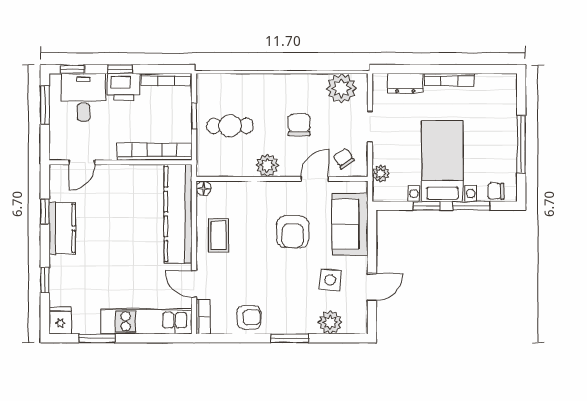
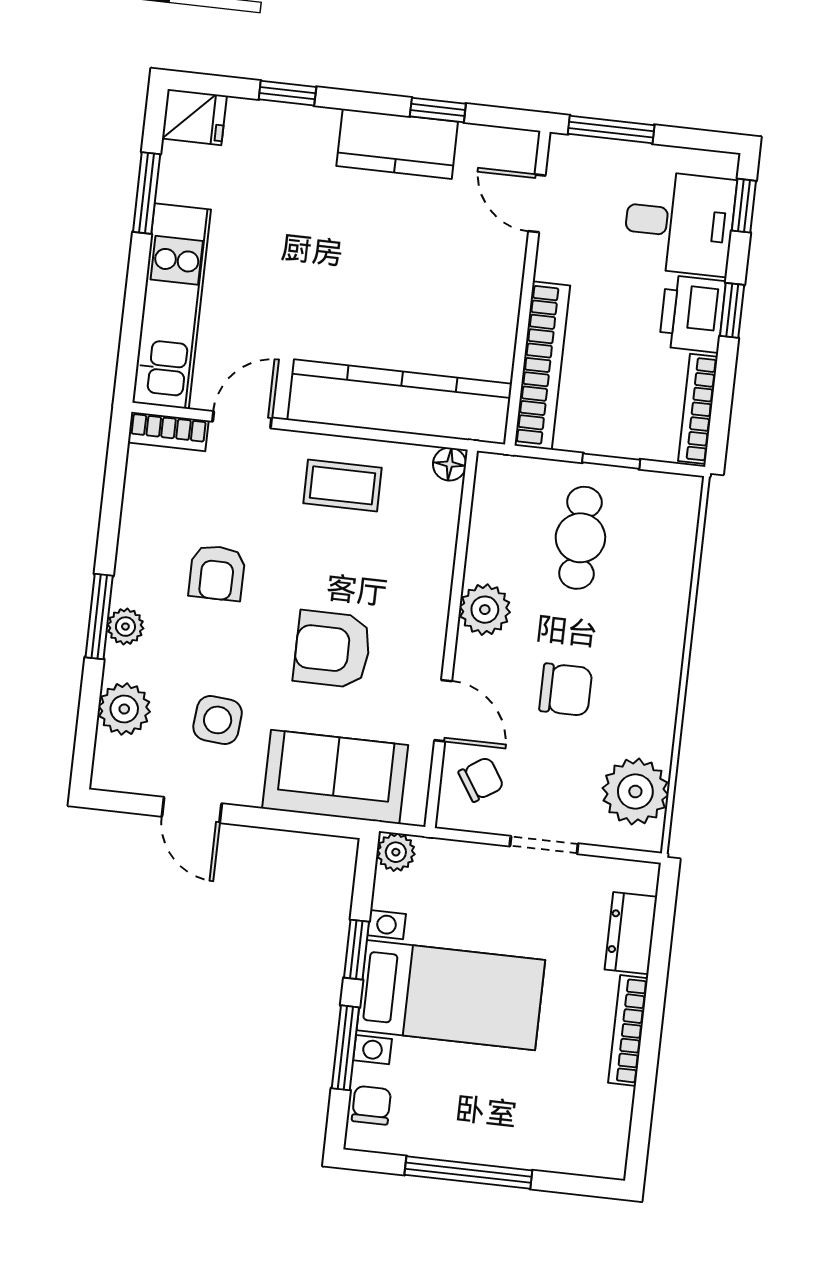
window: (45, 105) -> (611, 129), moved
plant: (381, 174) -> (396, 852), moved
armchair: (249, 317) -> (217, 573), moved
plant: (293, 326) -> (125, 627), added

